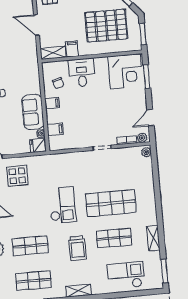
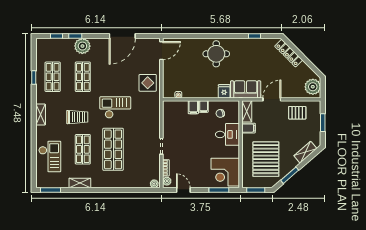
sofa: (33, 112) -> (246, 89), moved
filing cabinet: (55, 129) -> (193, 107), moved
fridge: (38, 145) -> (224, 91), moved
display table: (17, 176) -> (148, 83), moved
checkout: (62, 205) -> (115, 107), turned 180
trolley: (77, 248) -> (77, 117), turned 180

